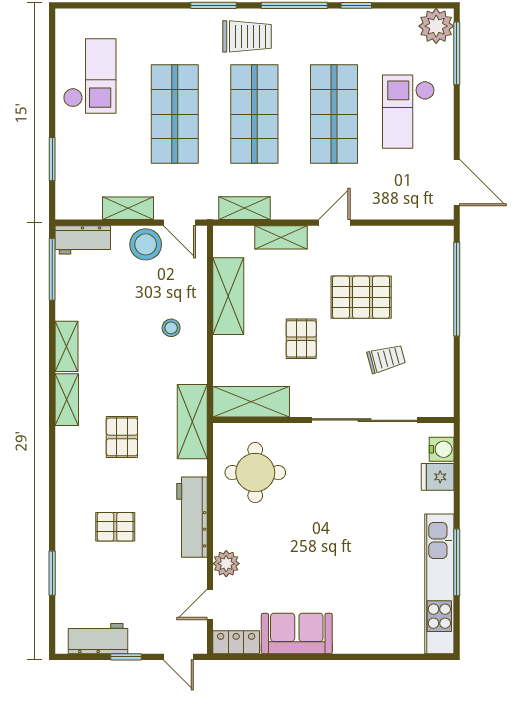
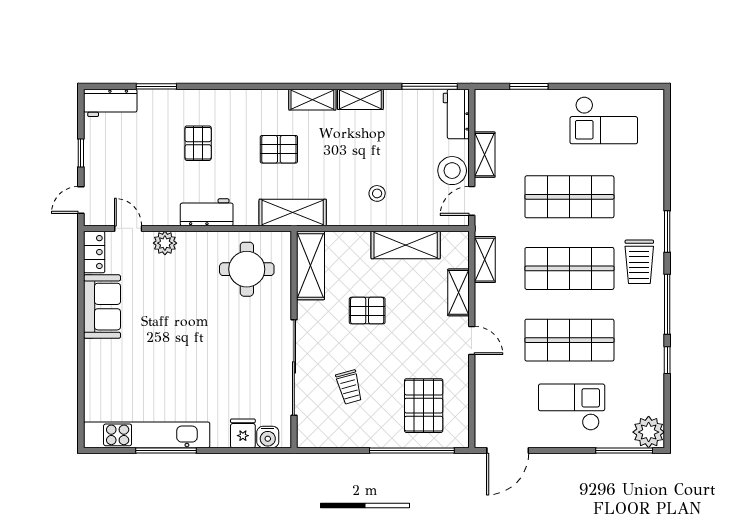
pallet: (361, 297) -> (424, 406), moved
workbench: (192, 517) -> (207, 212), width x0.73
workbench: (98, 639) -> (110, 103), moved, turned 90

